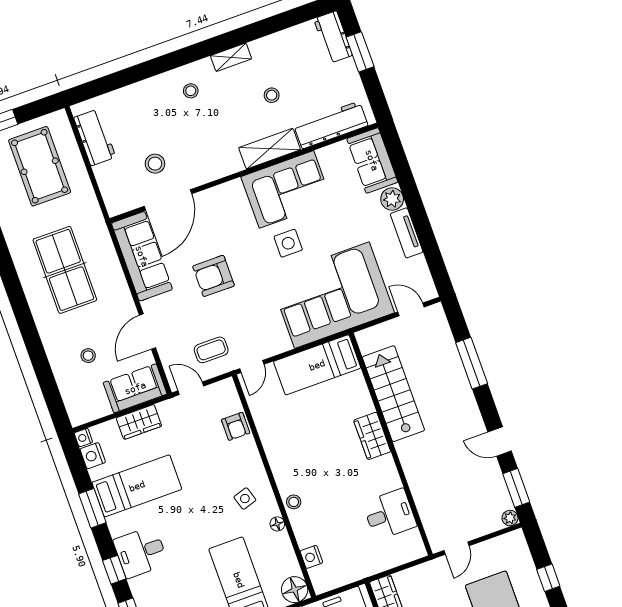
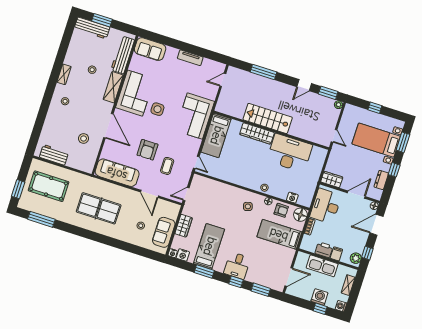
workbench: (333, 37) -> (92, 28), width x1.38
plant: (392, 199) -> (172, 53), removed
door: (168, 200) -> (108, 126), moved
corner sofa: (332, 295) -> (195, 116), width x0.73, depth x0.74
coffee table: (211, 350) -> (167, 166), moved
sofa: (135, 388) -> (164, 232), moved
stairs: (393, 394) -> (268, 118), moved
armchair: (236, 426) -> (281, 210), moved
wardrobe: (372, 436) -> (257, 133), width x1.50
desk: (390, 514) -> (290, 153), width x1.87, depth x1.30

